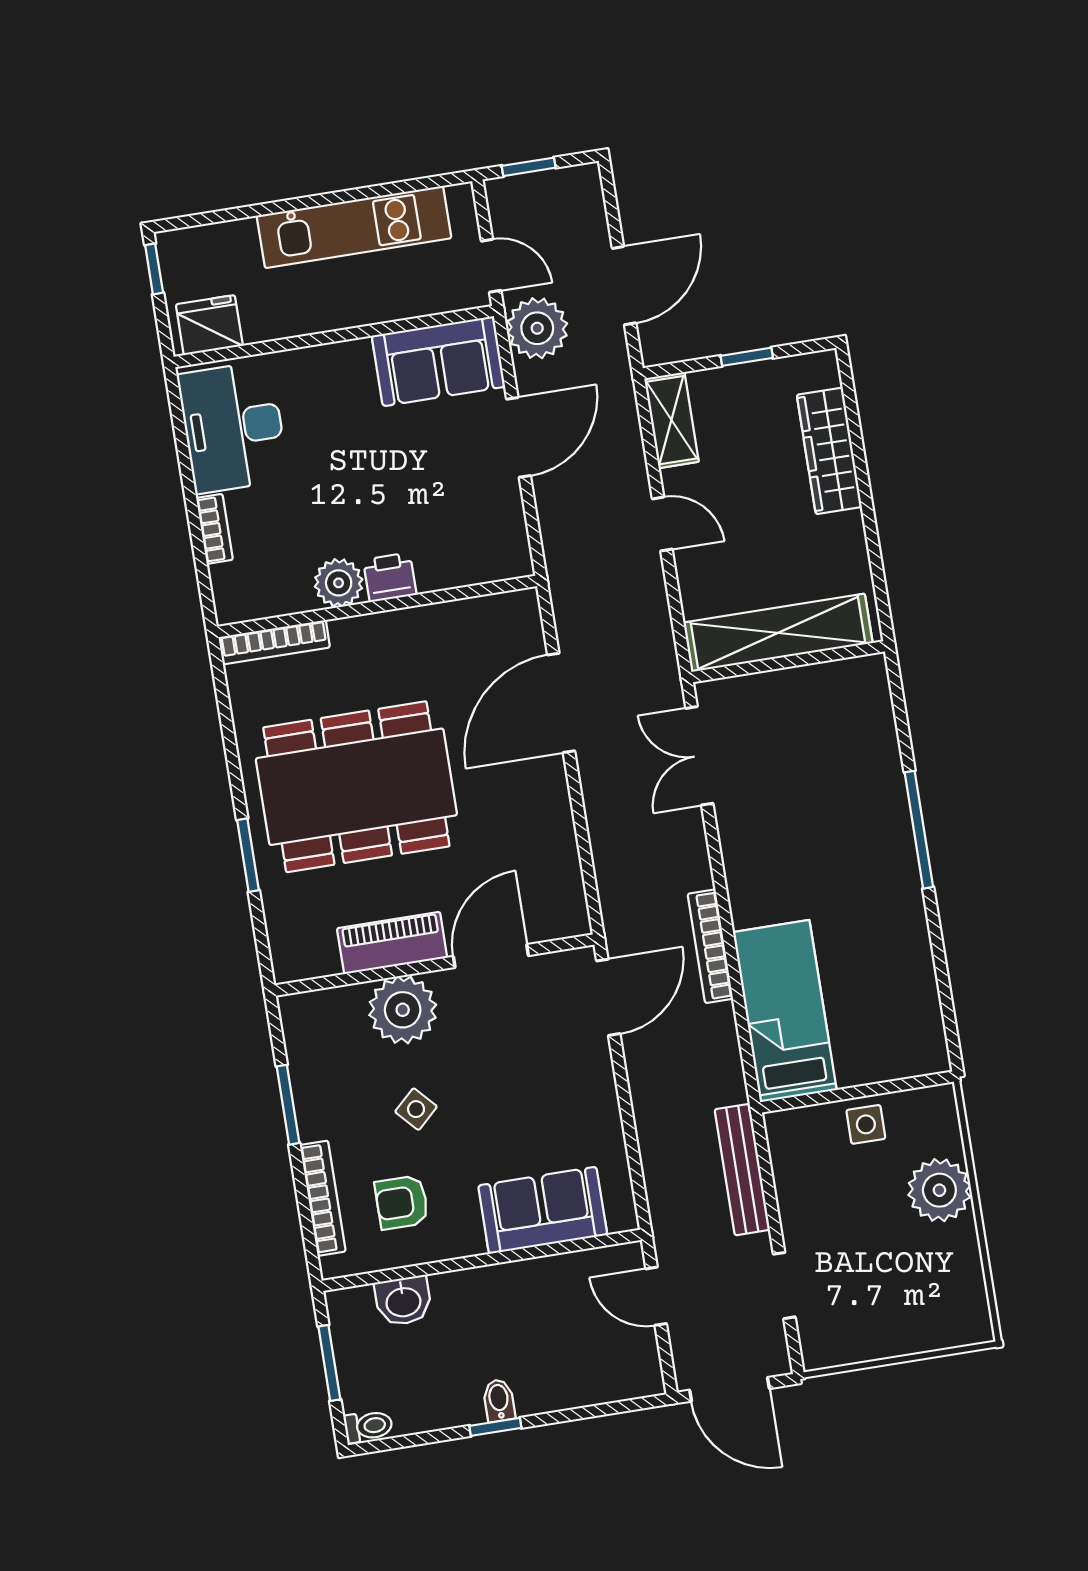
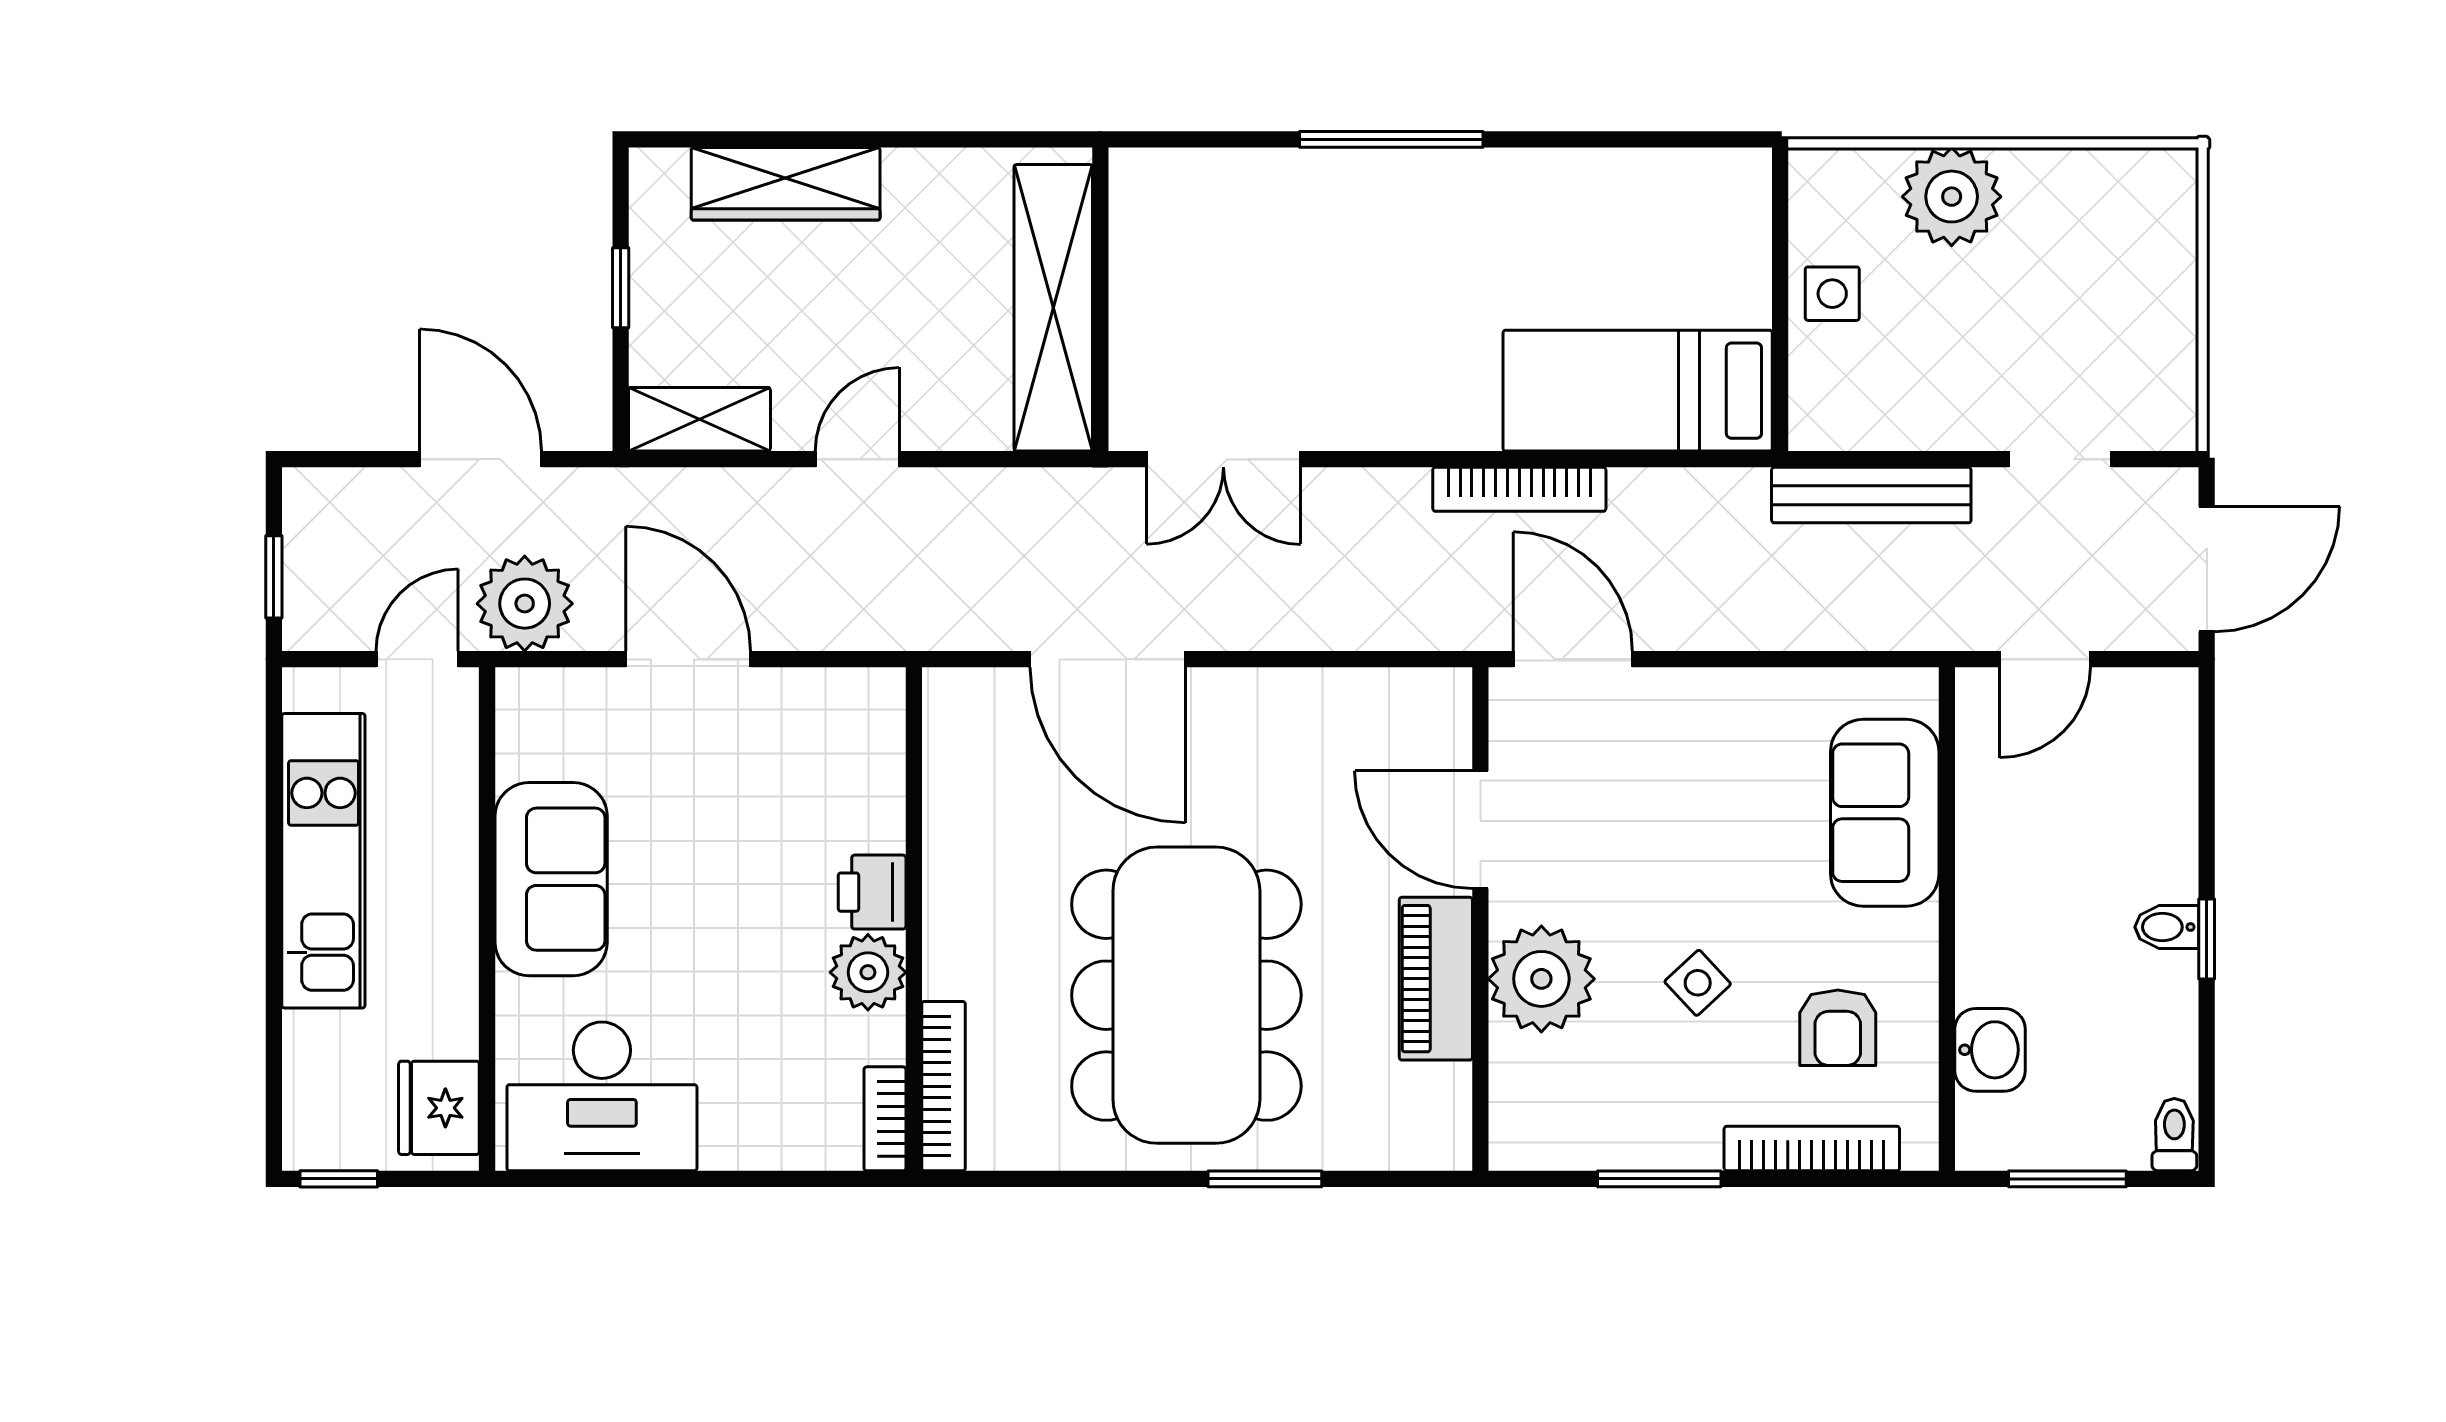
sofa: (438, 361) -> (551, 879), moved
bookcase: (214, 529) -> (885, 1119), moved, turned -90

